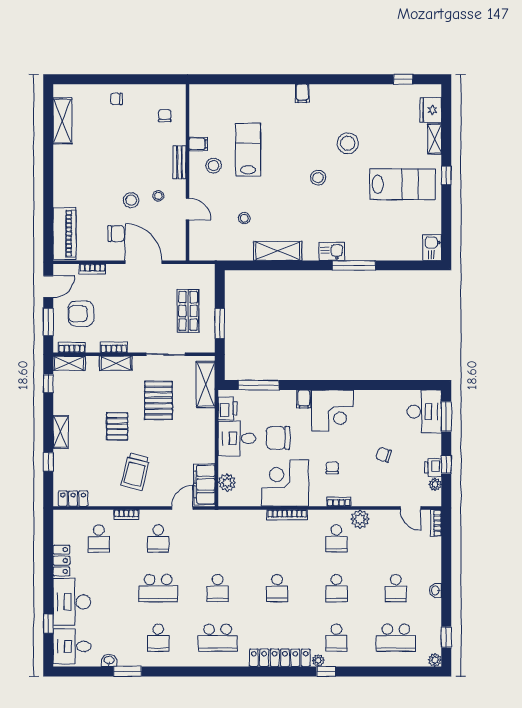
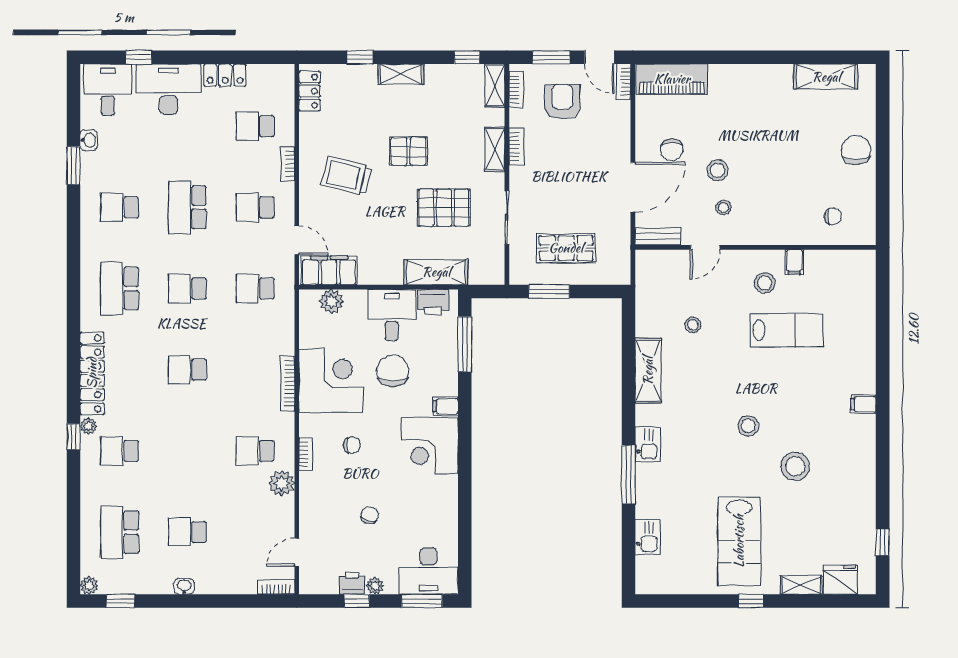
chair: (116, 99) -> (856, 150), width x1.87, depth x1.87
bench: (179, 162) -> (658, 236), moved
kitchen sink: (432, 248) -> (648, 537), moved, turned 90
bookcase: (92, 269) -> (623, 82), moved
shelving: (206, 385) -> (436, 272), moved
plant: (435, 484) -> (375, 586), moved
school desk: (336, 588) -> (255, 289), moved

